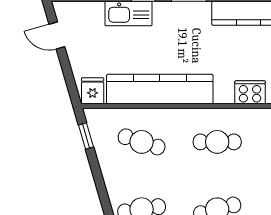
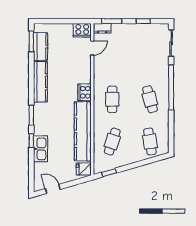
door: (57, 36) -> (53, 189), swing flipped
cooker: (250, 92) -> (85, 92), moved

